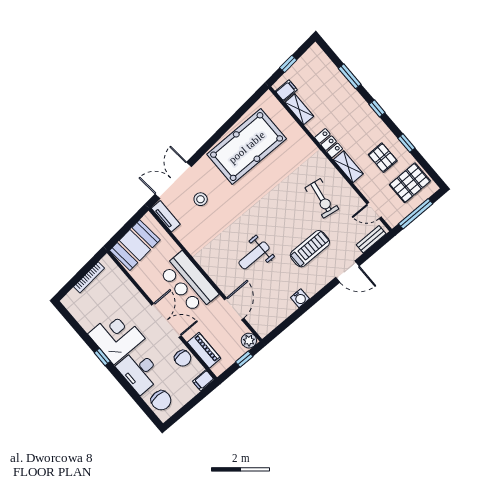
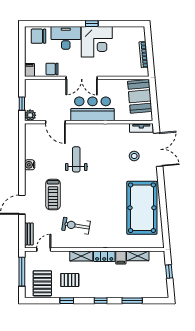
filing cabinet: (286, 91) -> (121, 257), moved
piano: (204, 350) -> (46, 85), removed

